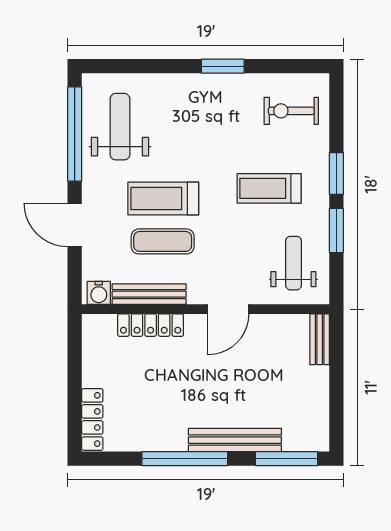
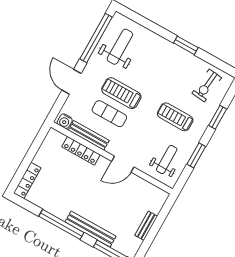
exercise bike: (291, 111) -> (207, 85), turned -84
window: (336, 173) -> (218, 117), moved
bench: (320, 339) -> (146, 226), moved

